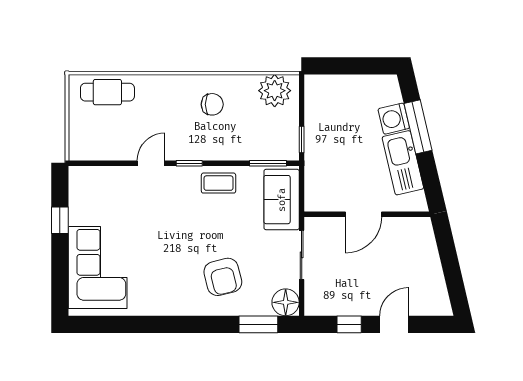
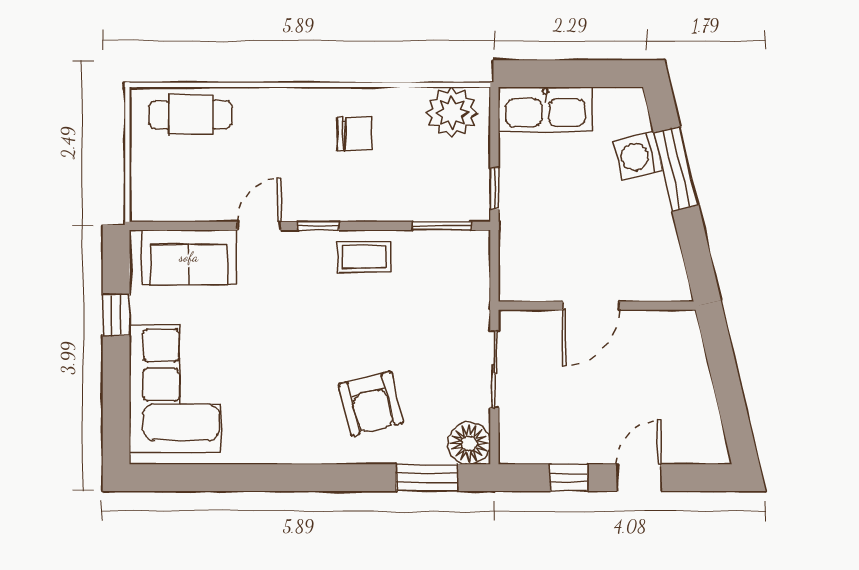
kitchen sink: (403, 163) -> (545, 110), moved, turned -77
sofa: (282, 200) -> (189, 257), moved, turned -90

